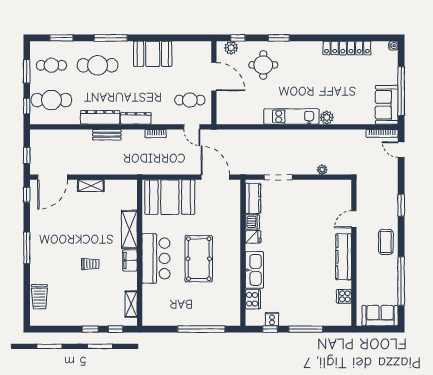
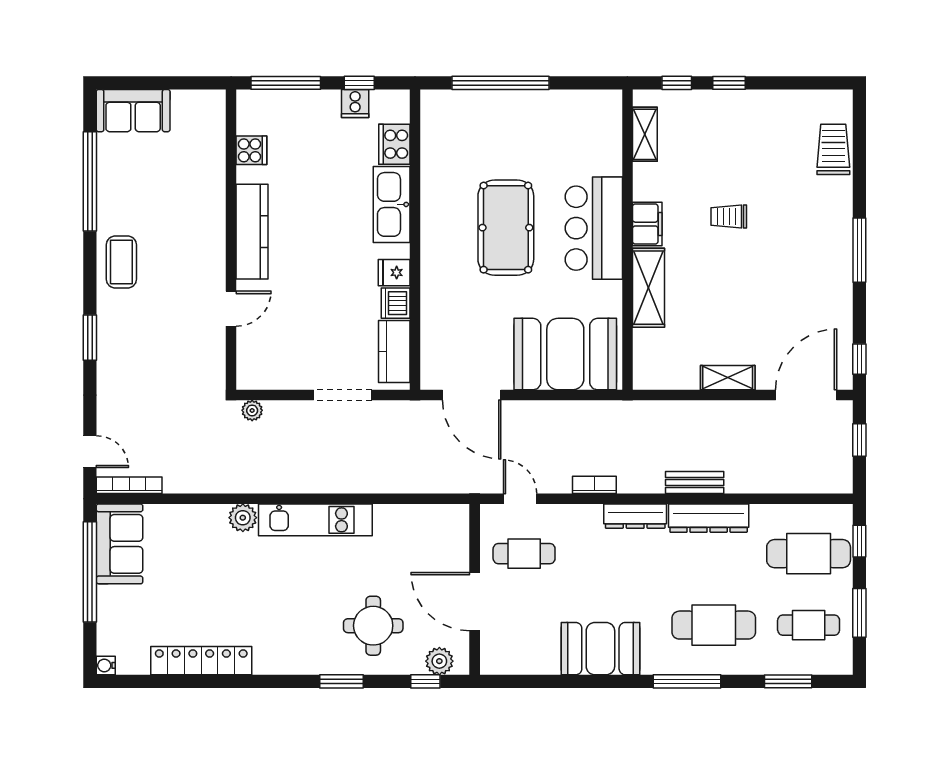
door: (354, 219) -> (231, 309), moved
wall: (354, 253) -> (231, 240), moved
kitchen counter: (344, 257) -> (252, 232), moved
cooker: (344, 296) -> (251, 150), moved

